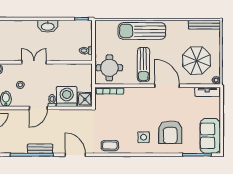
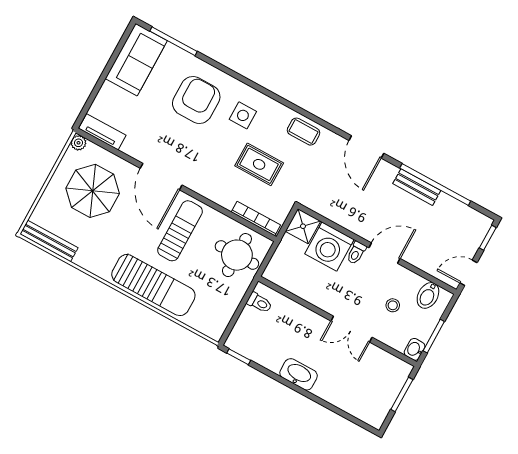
rug: (123, 118) -> (259, 164), added

